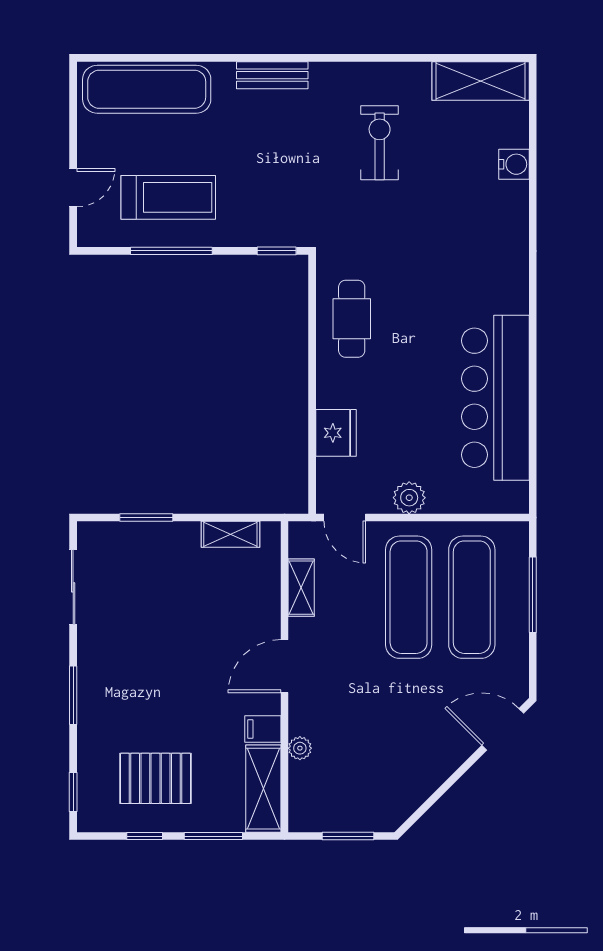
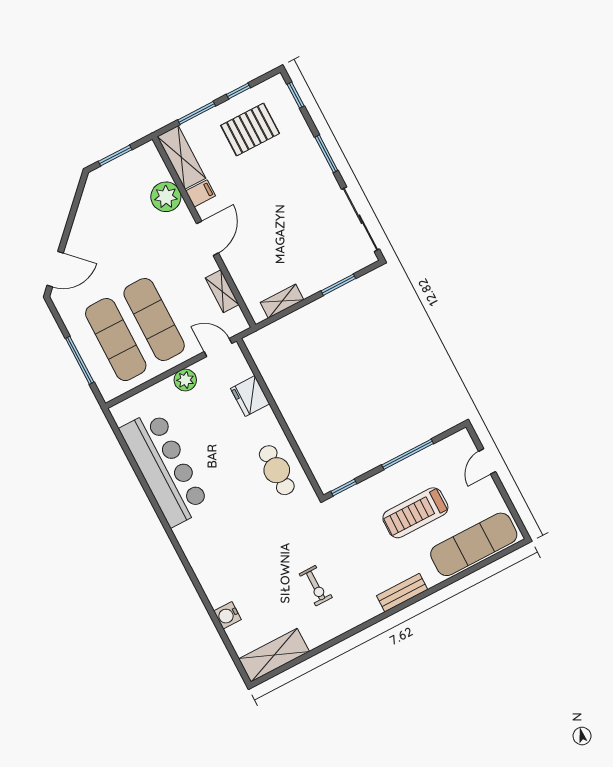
exercise bike: (380, 143) -> (316, 586), width x0.73, depth x0.72
treadmill: (168, 197) -> (415, 513), moved
sliding door: (73, 587) -> (361, 219), width x1.37
plant: (300, 748) -> (166, 197), width x1.87, depth x1.87

